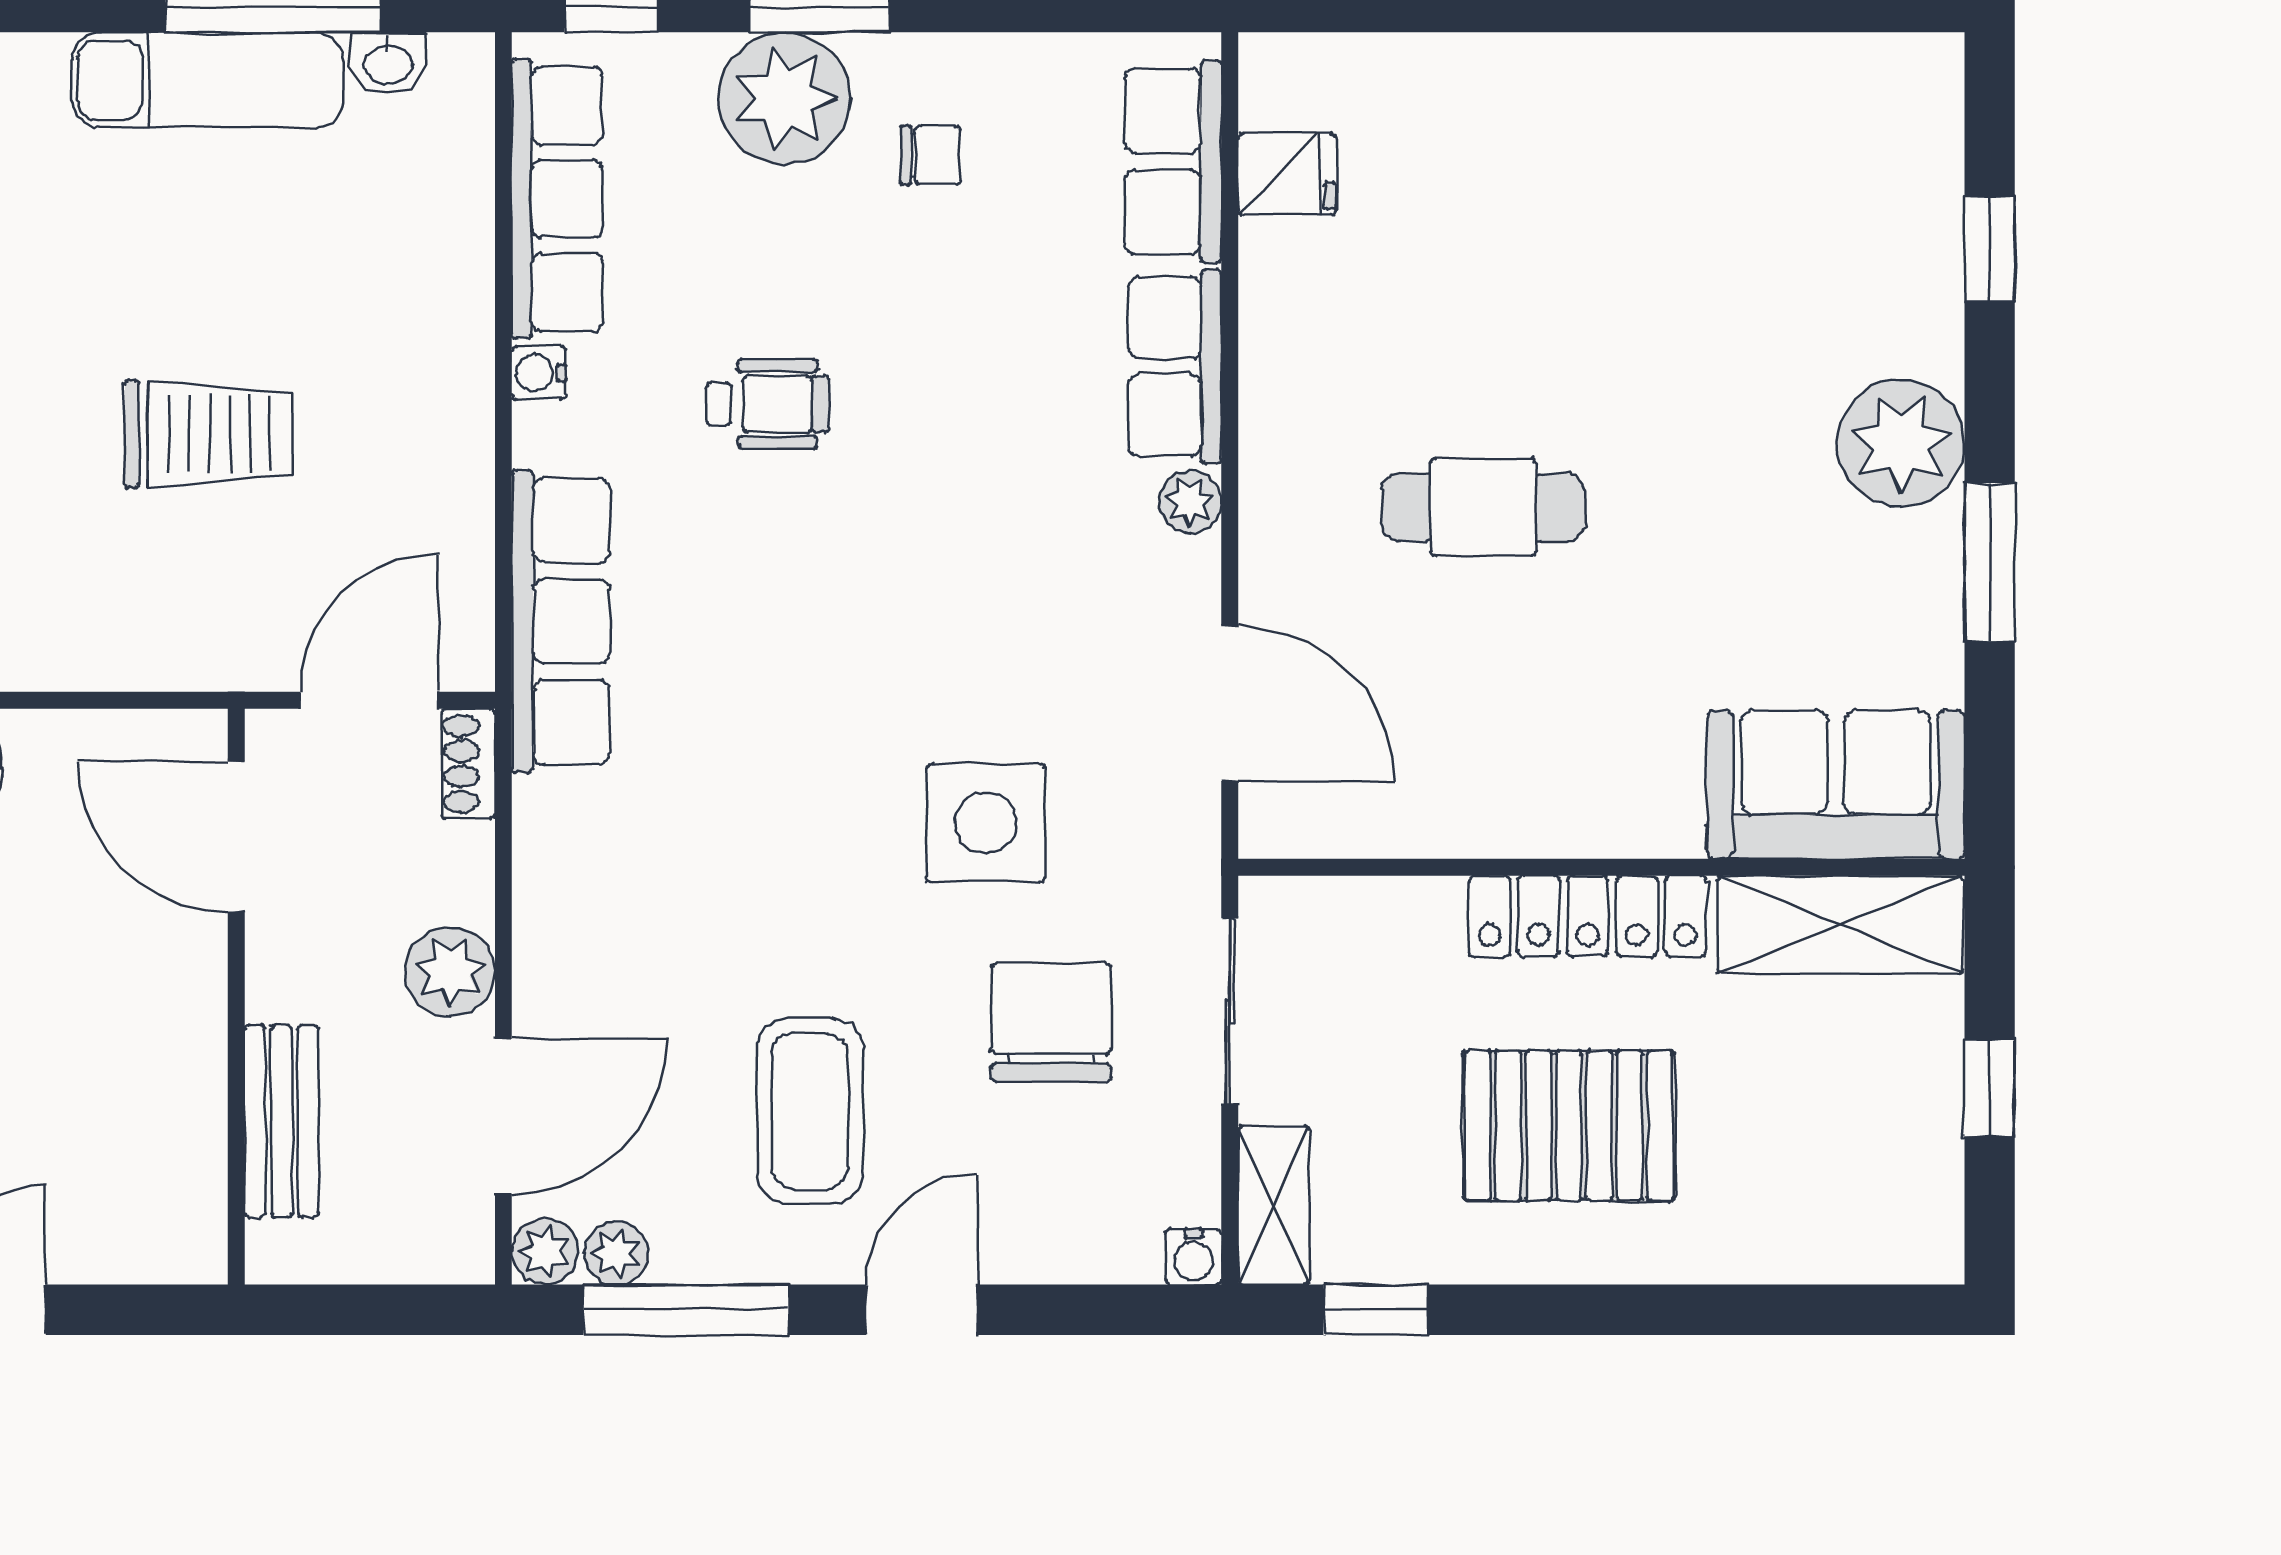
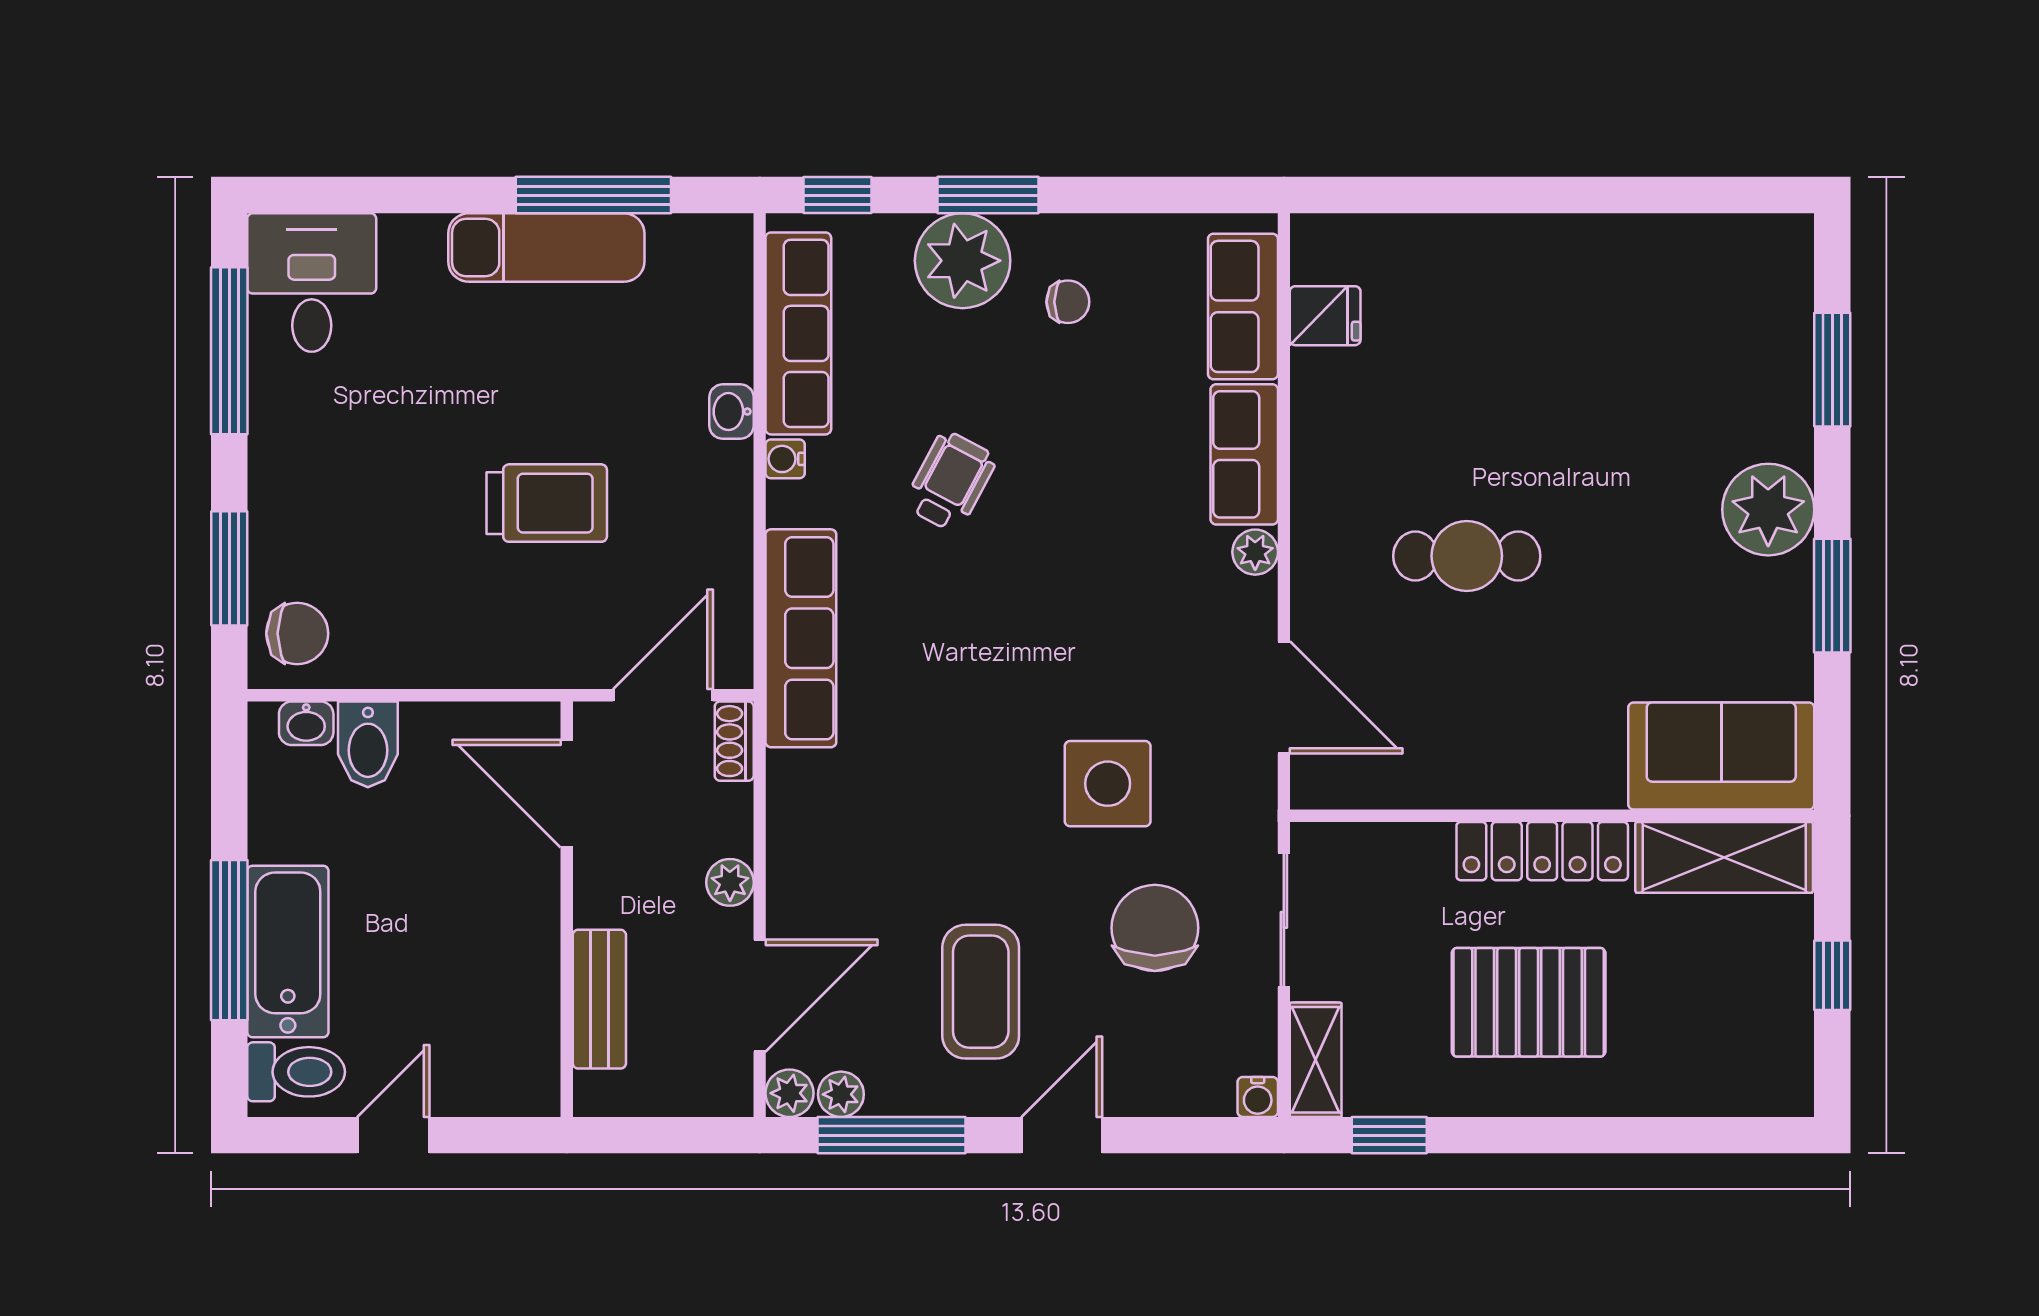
washbasin: (388, 63) -> (731, 412), moved, turned 90
window: (1990, 249) -> (1832, 370), width x1.50
wheelchair: (768, 404) -> (950, 482), turned -62
plant: (450, 972) -> (730, 882), width x0.73, depth x0.73

